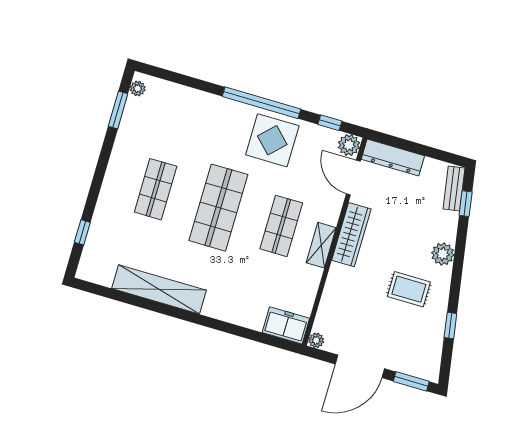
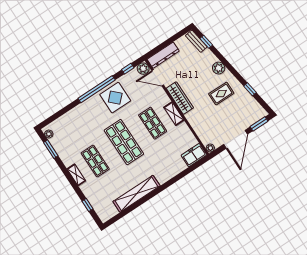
shelving: (112, 179) -> (76, 175), added

